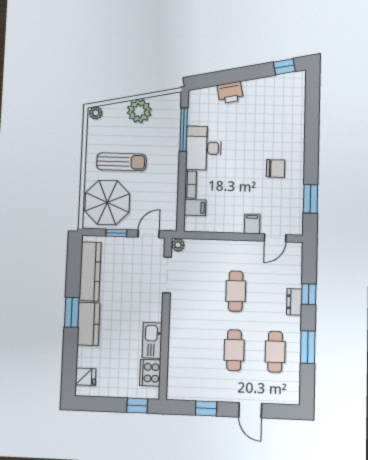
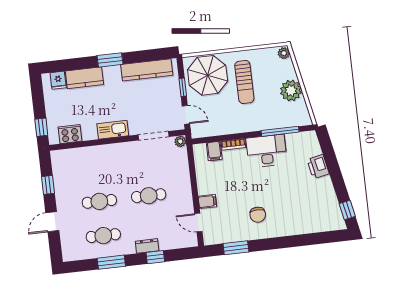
kitchen counter: (88, 324) -> (84, 78), moved
kitchen sink: (152, 340) -> (113, 130), moved

